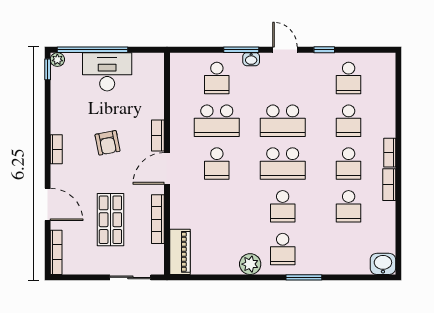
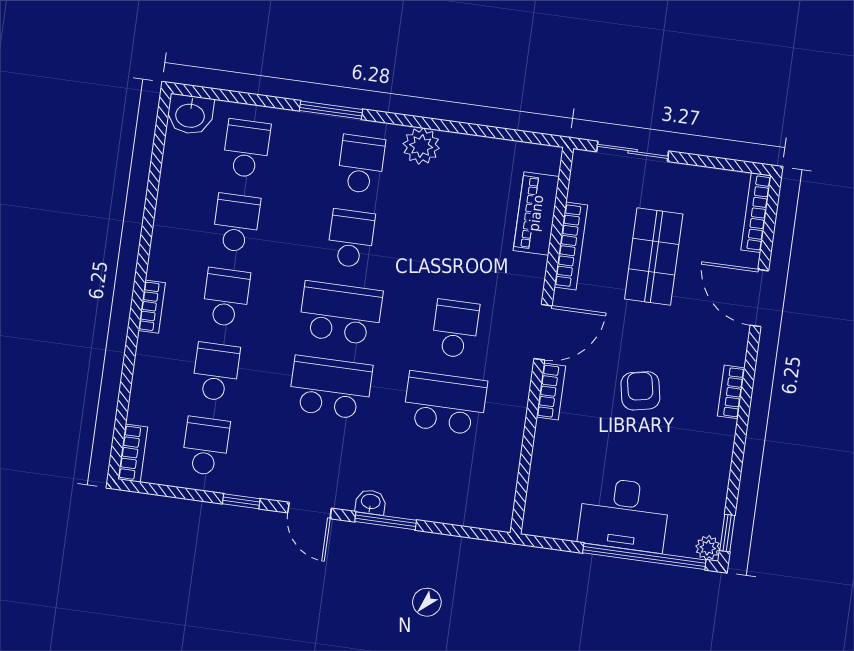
school desk: (217, 78) -> (246, 149), moved
bookcase: (389, 185) -> (133, 453), moved
piano: (180, 252) -> (536, 213), moved

